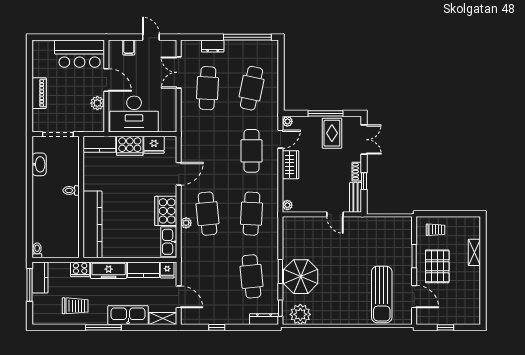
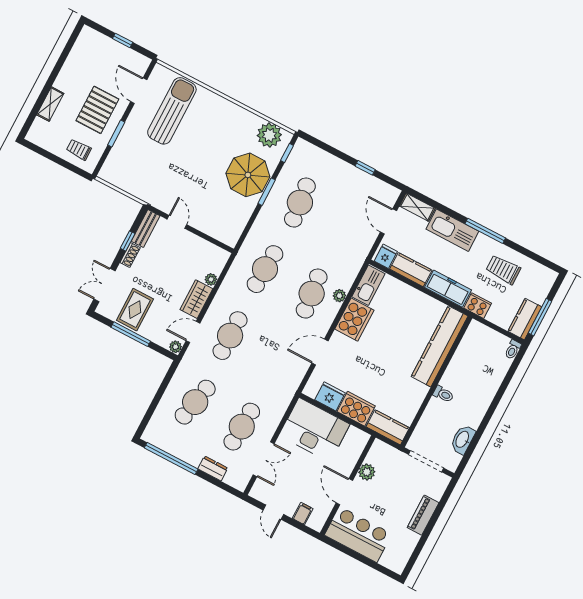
desk: (134, 114) -> (314, 430), moved
plant: (287, 205) -> (211, 279), moved
dresser: (264, 319) -> (310, 150), removed

